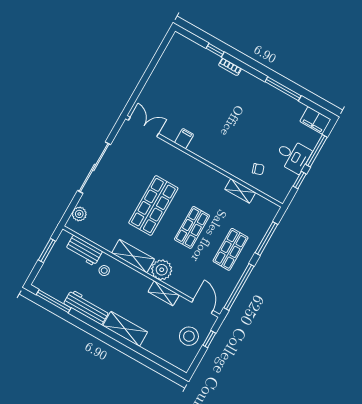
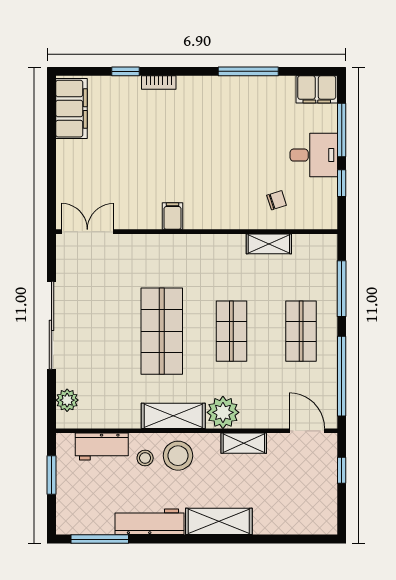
filing cabinet: (173, 54) -> (71, 109), added
filing cabinet: (184, 139) -> (172, 216), moved
stool: (189, 336) -> (178, 456), moved

